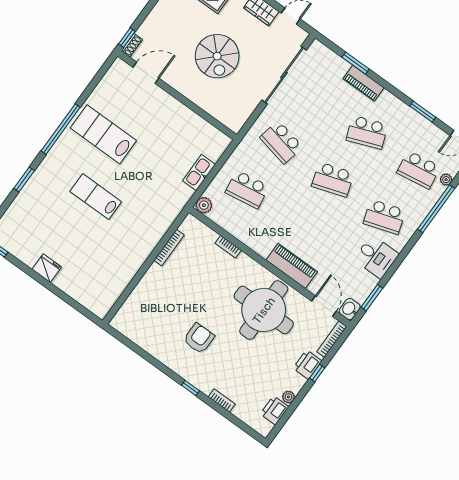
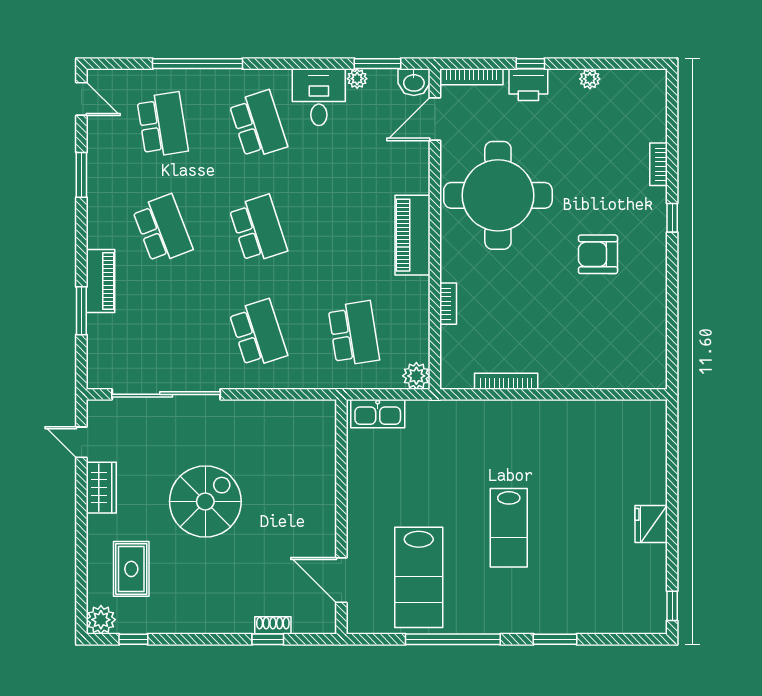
door: (146, 73) -> (341, 580), moved
wall: (177, 95) -> (341, 517), moved
school desk: (281, 142) -> (258, 333), turned -30
plant: (446, 180) -> (357, 79), moved
piano: (292, 266) -> (412, 235), moved
printer: (275, 410) -> (621, 84), removed

